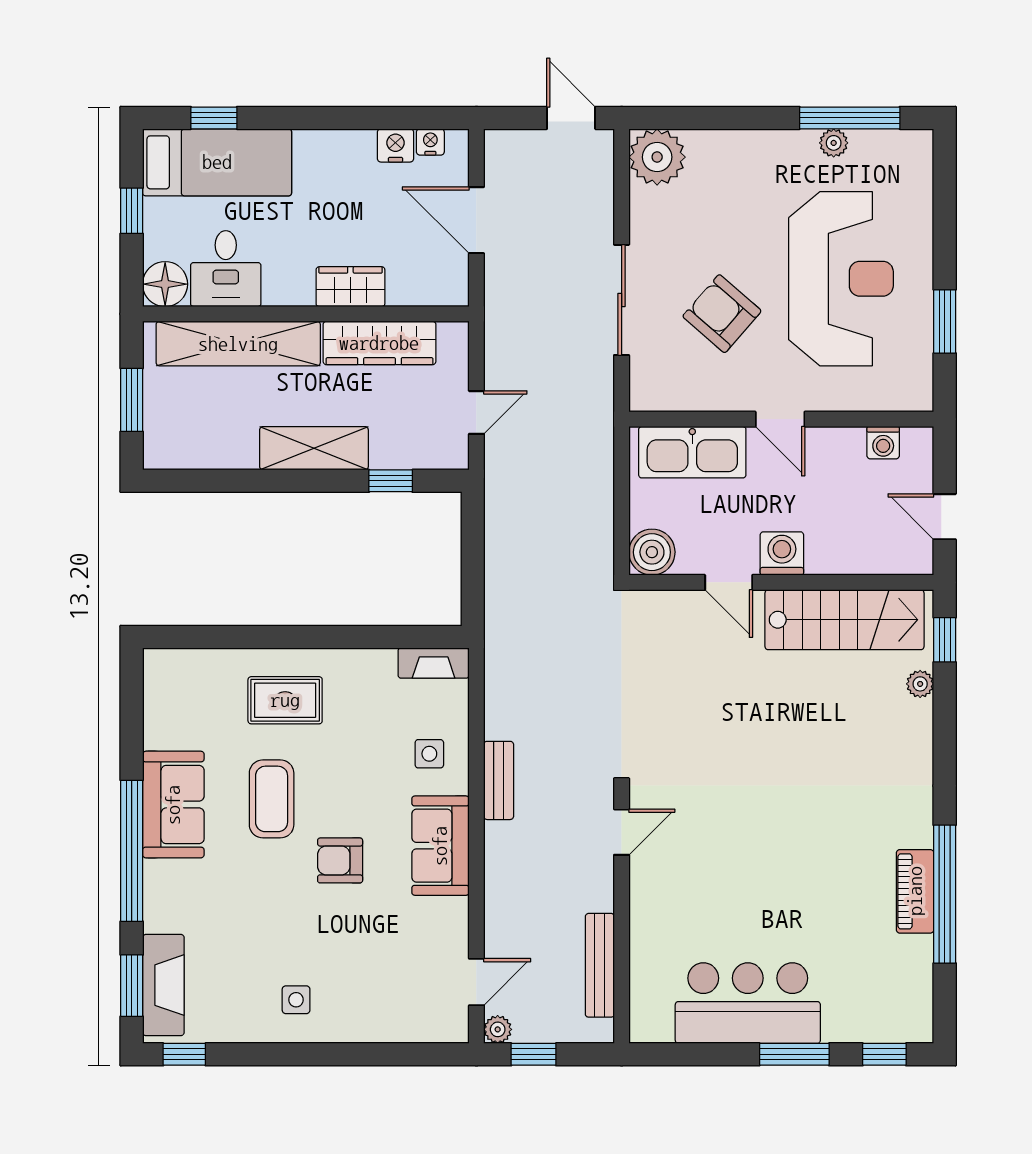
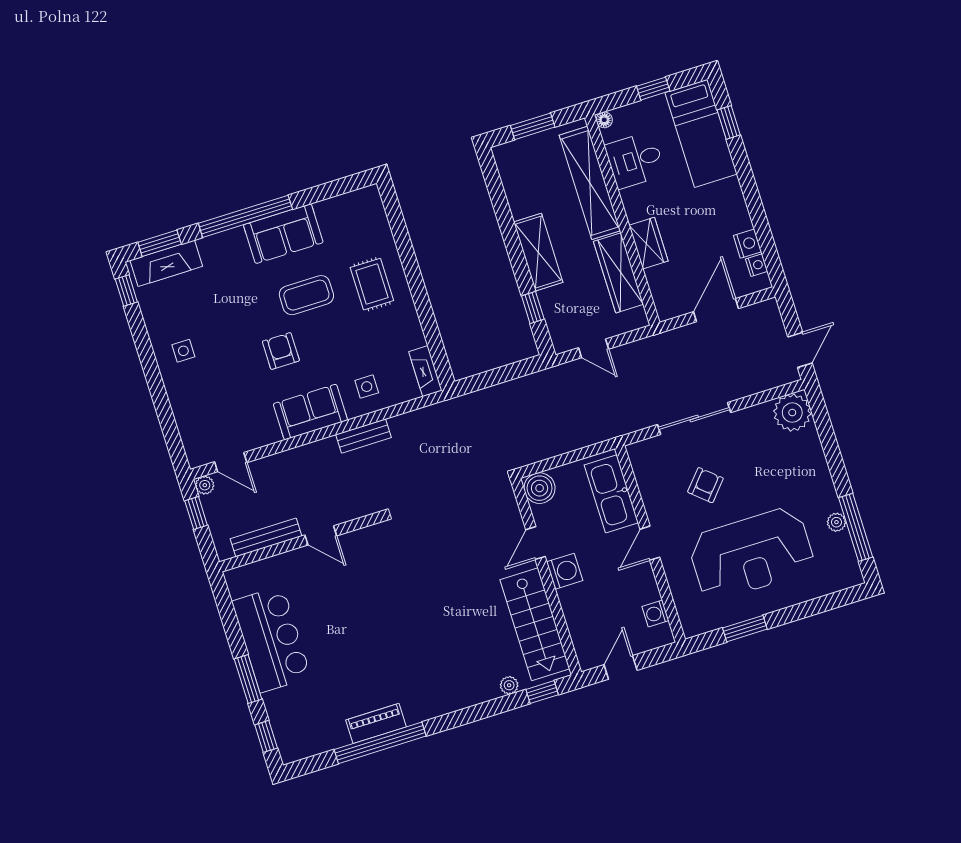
floor lamp: (165, 284) -> (604, 120), width x0.53, depth x0.53
armchair: (722, 314) -> (705, 485), width x0.72, depth x0.72
door: (622, 832) -> (321, 535), moved

